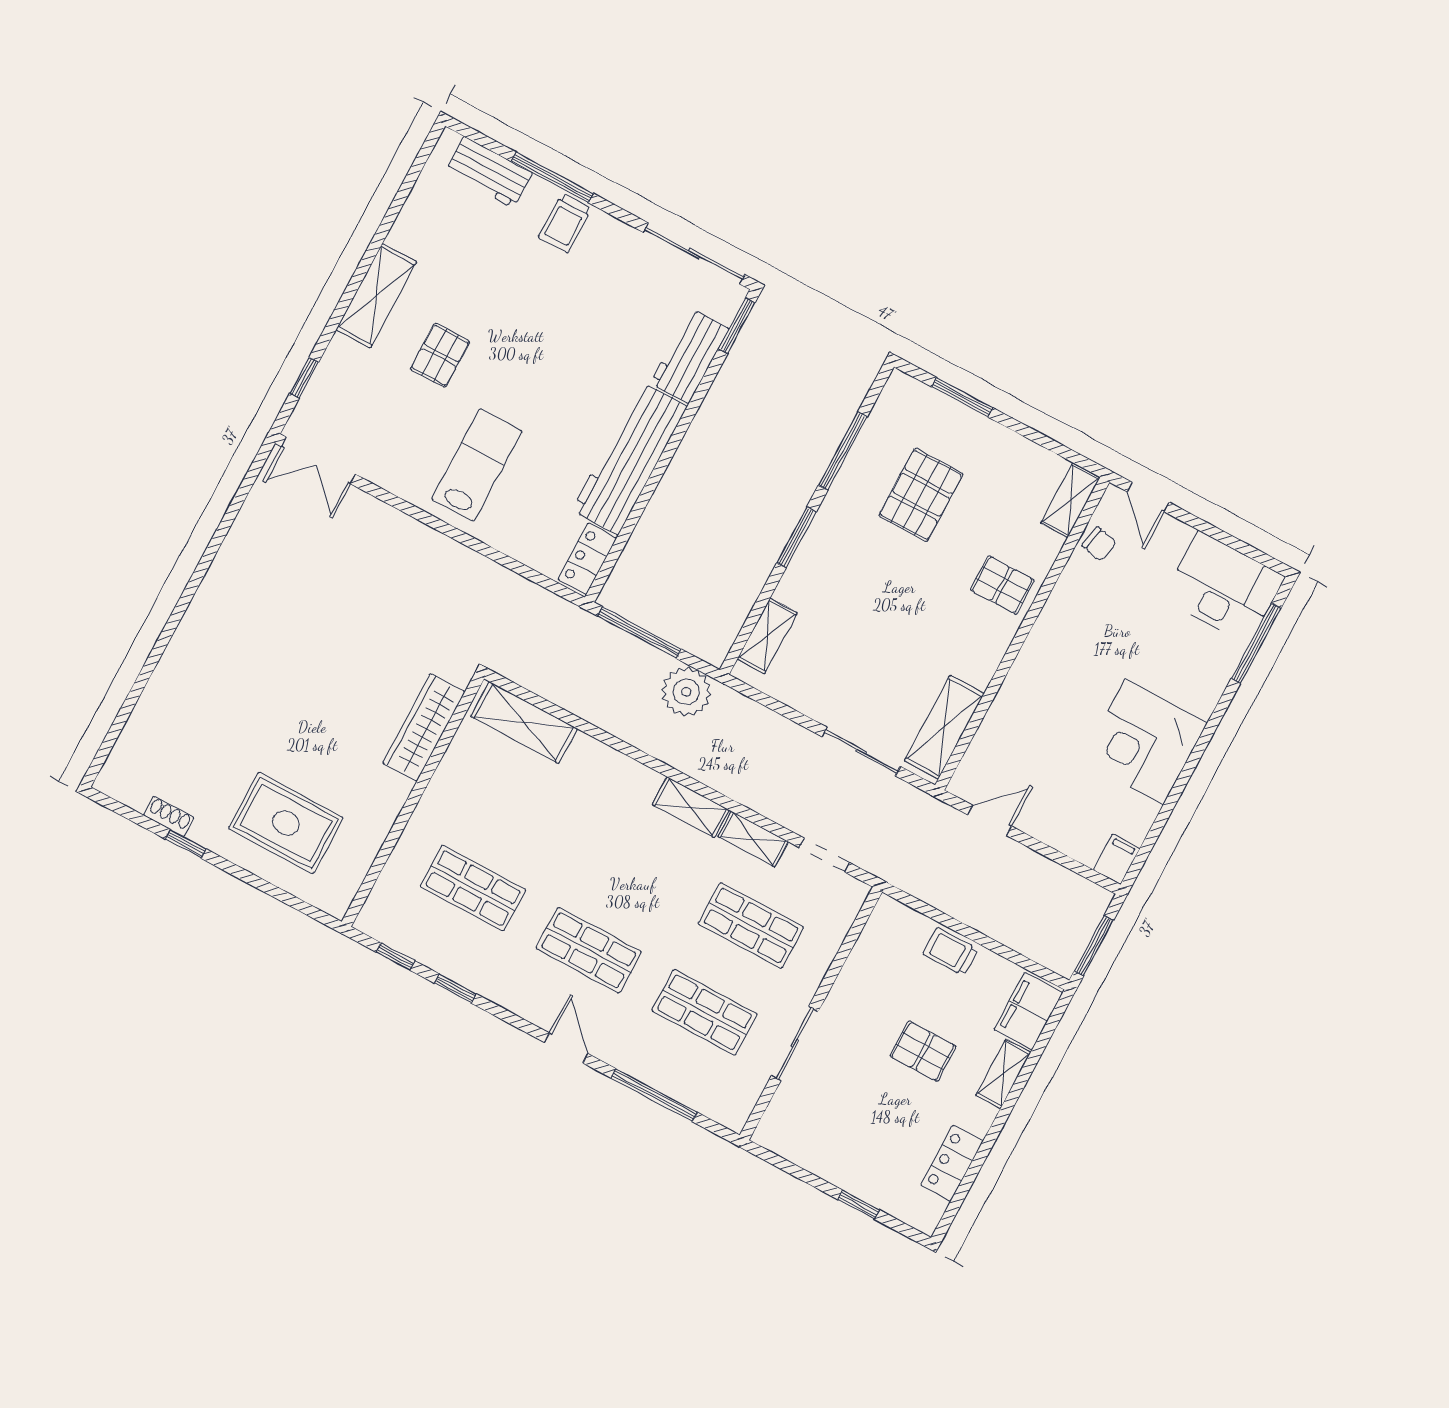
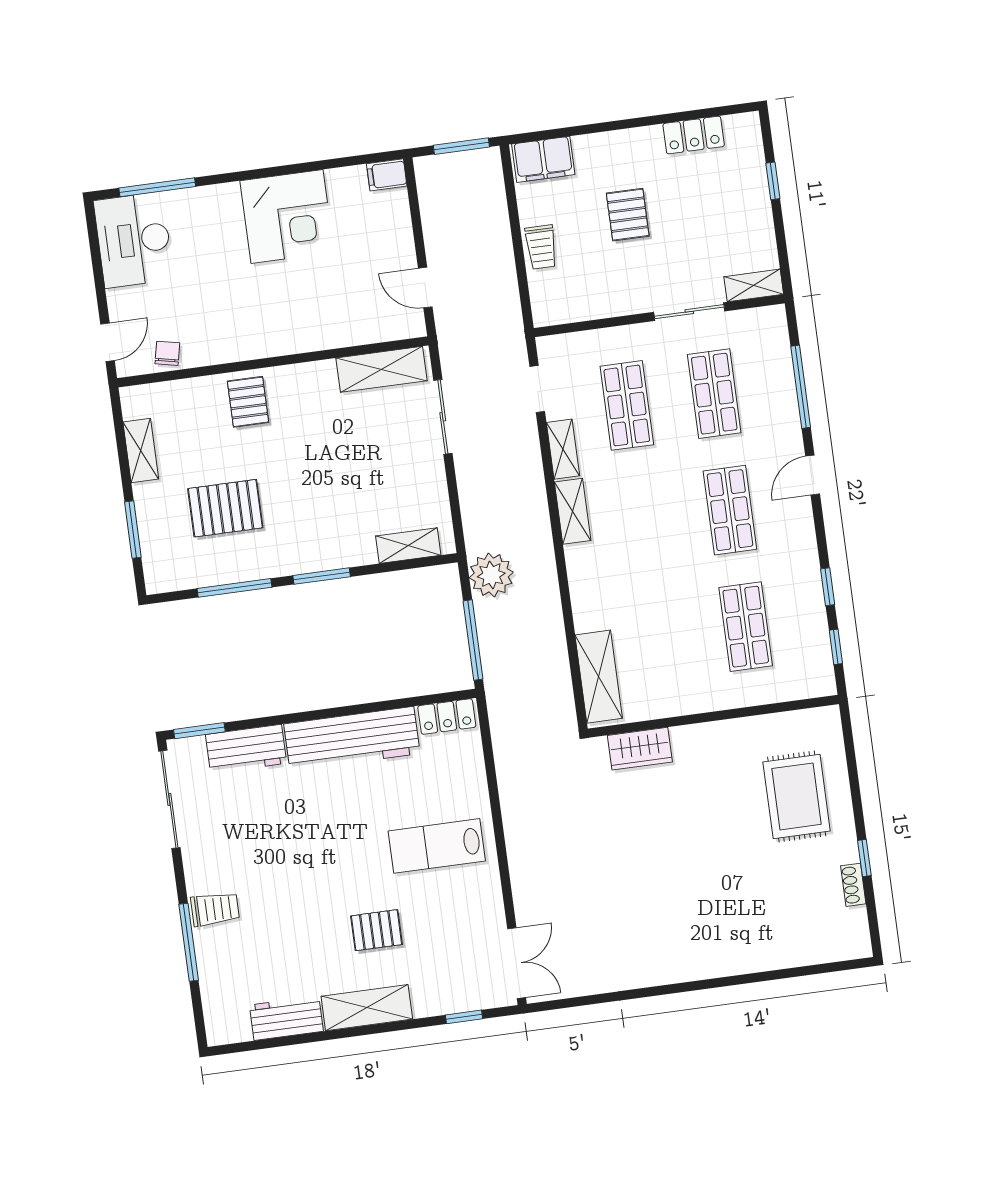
workbench: (489, 172) -> (286, 1018), moved, turned -90
shelving: (1070, 500) -> (141, 450), moved, turned 90
wardrobe: (424, 727) -> (640, 749), width x0.67
shelving: (1003, 1074) -> (754, 285), moved

